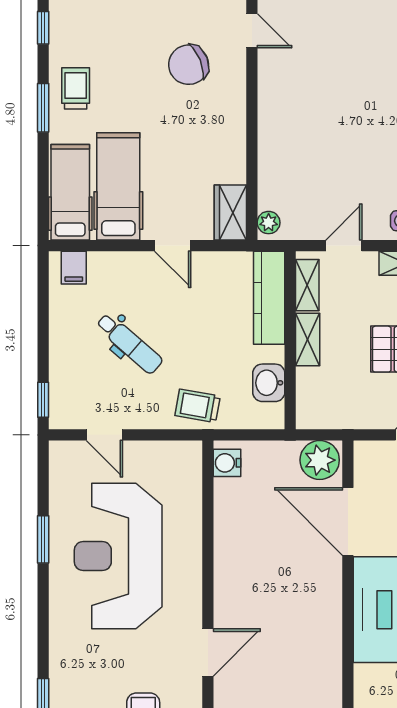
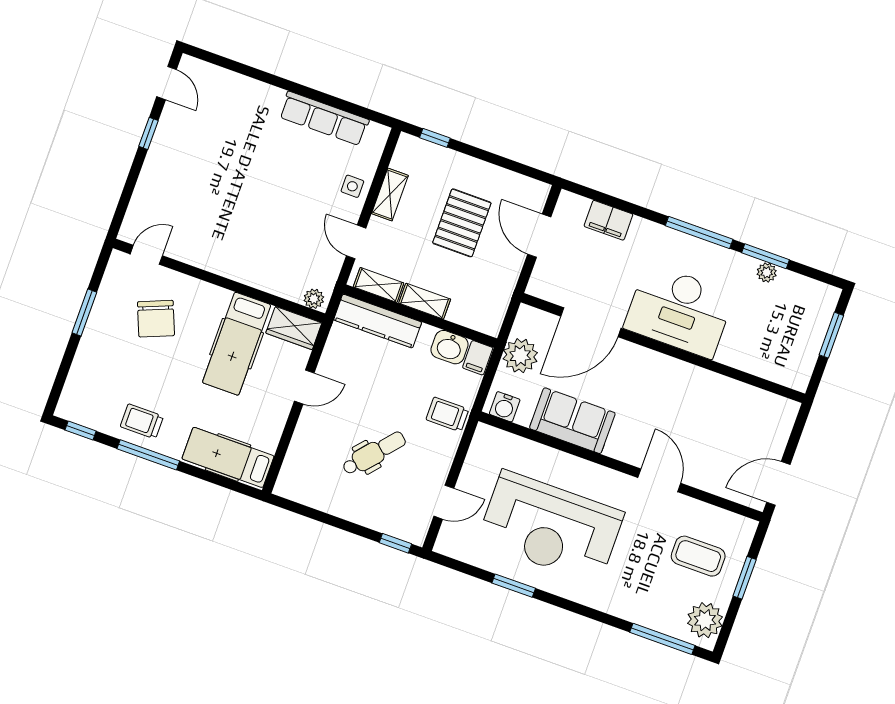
window: (43, 108) -> (148, 455), width x1.44
hospital bed: (118, 186) -> (237, 344), moved, turned -90
filing cabinet: (74, 268) -> (478, 358), moved, turned 90
trolley: (198, 406) -> (447, 414), turned 80
plant: (320, 460) -> (520, 356), moved
sofa: (238, 539) -> (572, 421), added

